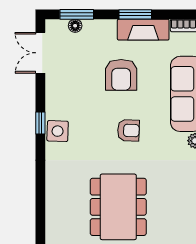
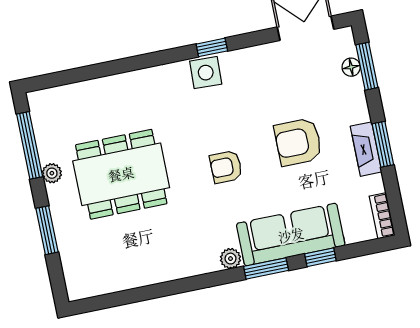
fireplace: (143, 30) -> (366, 149), width x0.73, depth x0.76
armchair: (128, 130) -> (226, 167), turned 88

